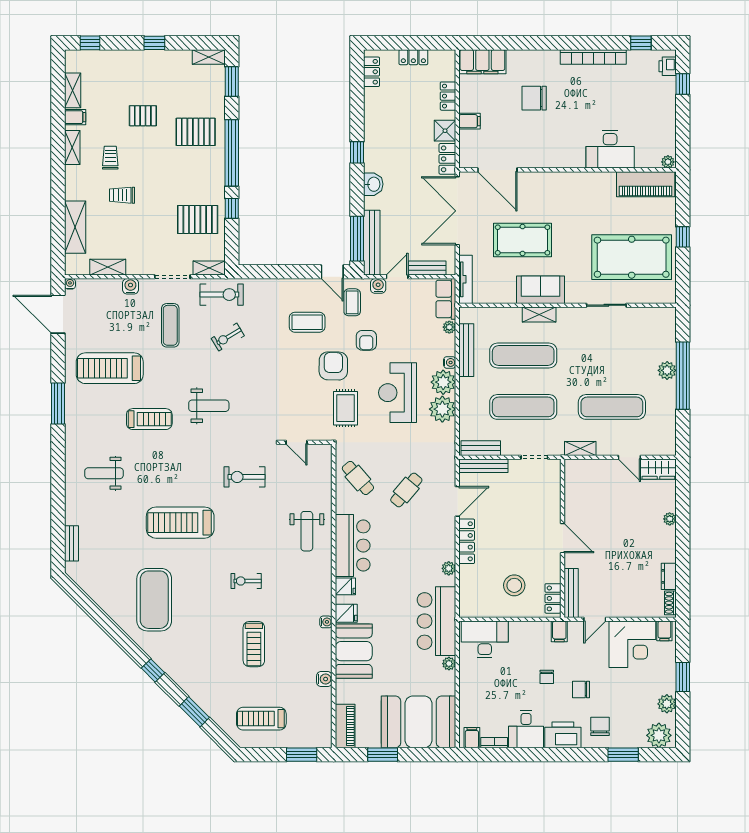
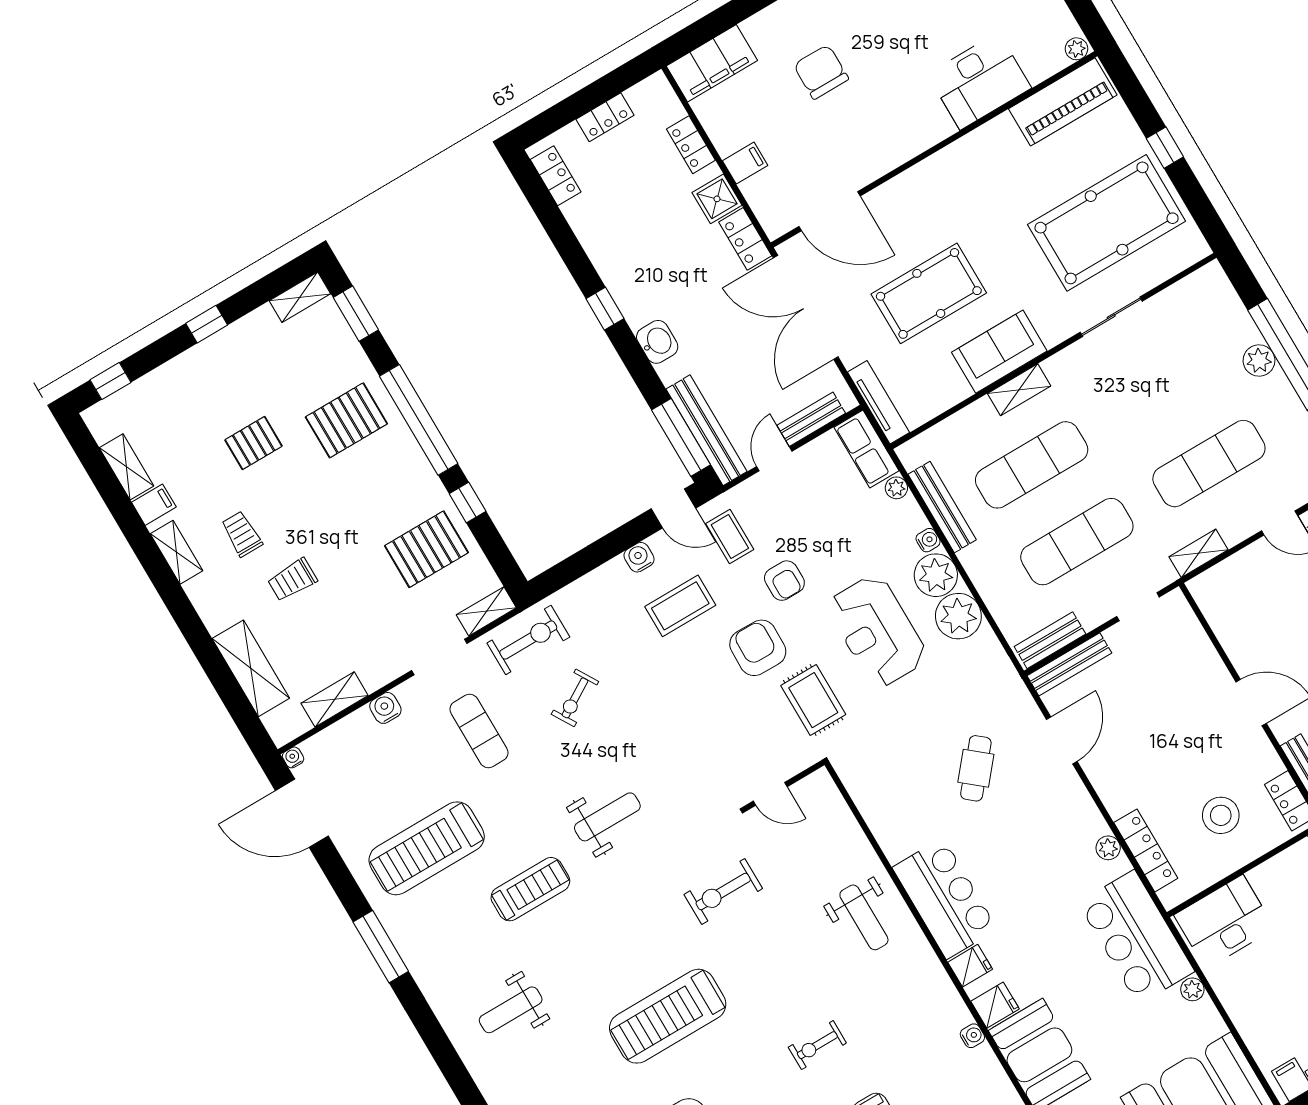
chair: (534, 98) -> (821, 72), turned 90
water cooler: (378, 286) -> (639, 557), moved
cafe table: (358, 478) -> (893, 793), removed
locker: (467, 541) -> (1146, 850), moved

